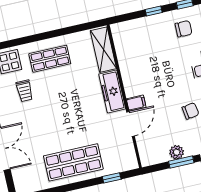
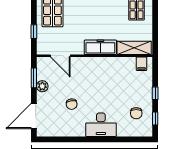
filing cabinet: (136, 103) -> (142, 64), moved
door: (131, 124) -> (60, 56), moved
window: (181, 162) -> (34, 78), moved

